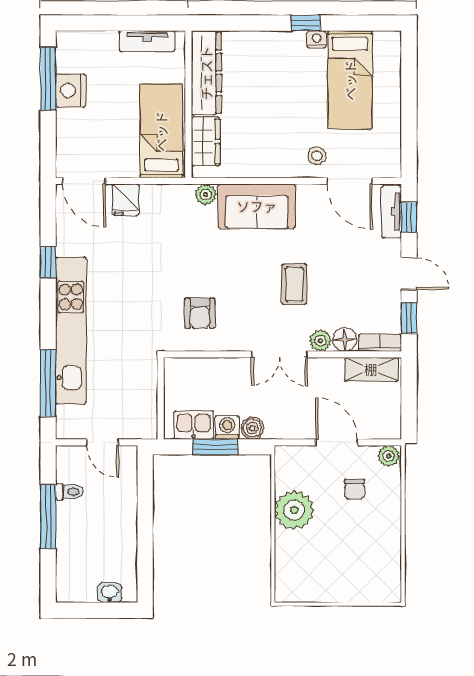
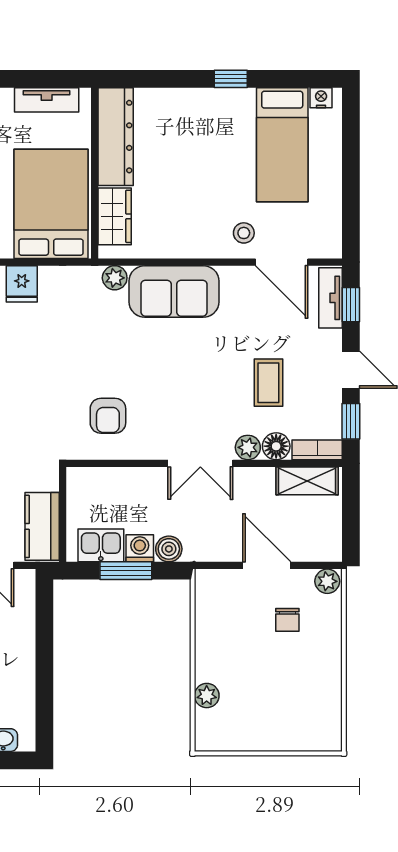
nightstand: (316, 39) -> (321, 98), moved
bed: (161, 131) -> (51, 204), width x1.50
coffee table: (294, 284) -> (268, 383), moved
kitchen counter: (143, 409) -> (42, 526), added
plant: (294, 510) -> (207, 696), moved, width x0.53, depth x0.53

